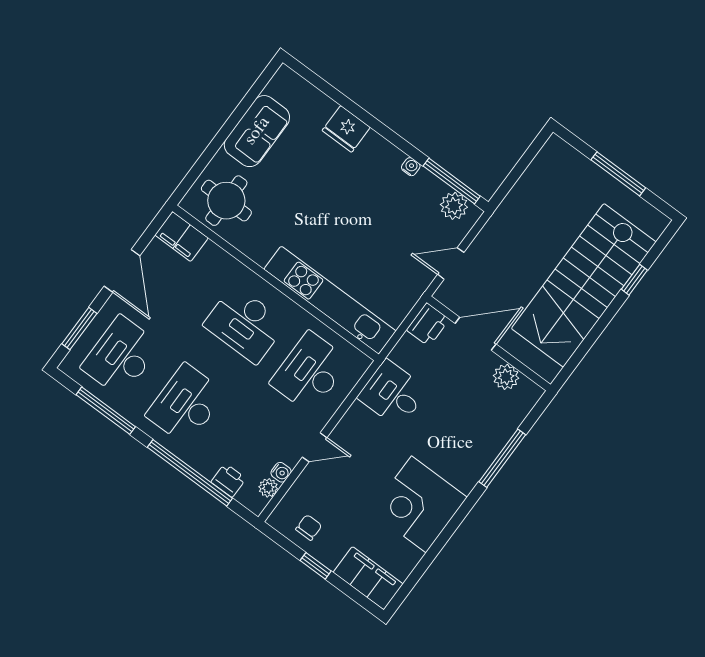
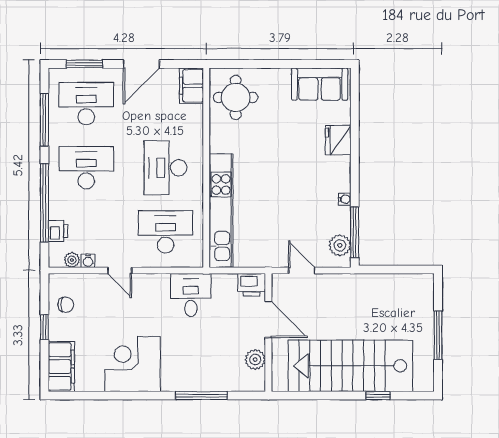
sofa: (257, 131) -> (320, 84), moved

